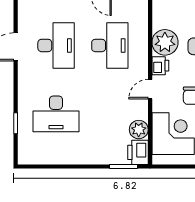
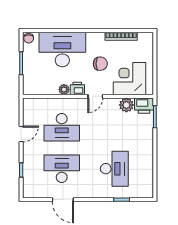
plant: (165, 42) -> (64, 89), width x0.53, depth x0.53
desk: (110, 45) -> (62, 127), turned 180
door: (150, 89) -> (95, 96), hinge flipped

